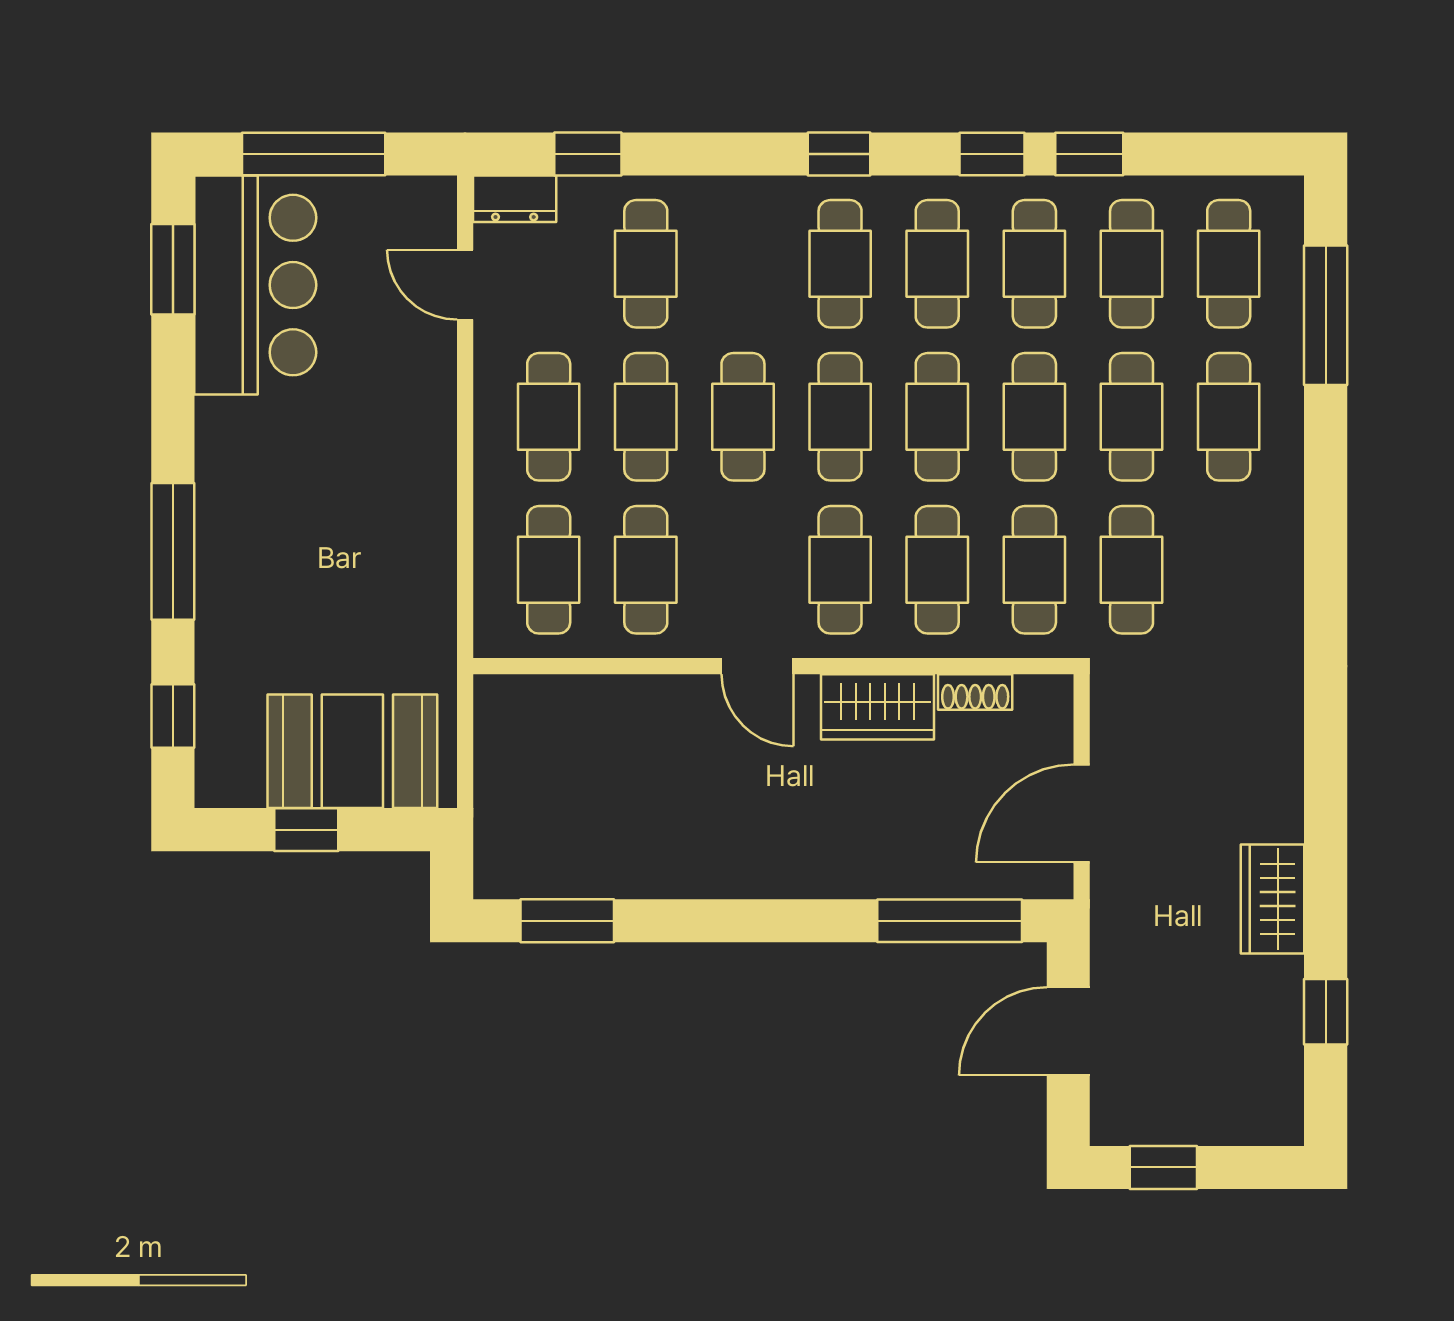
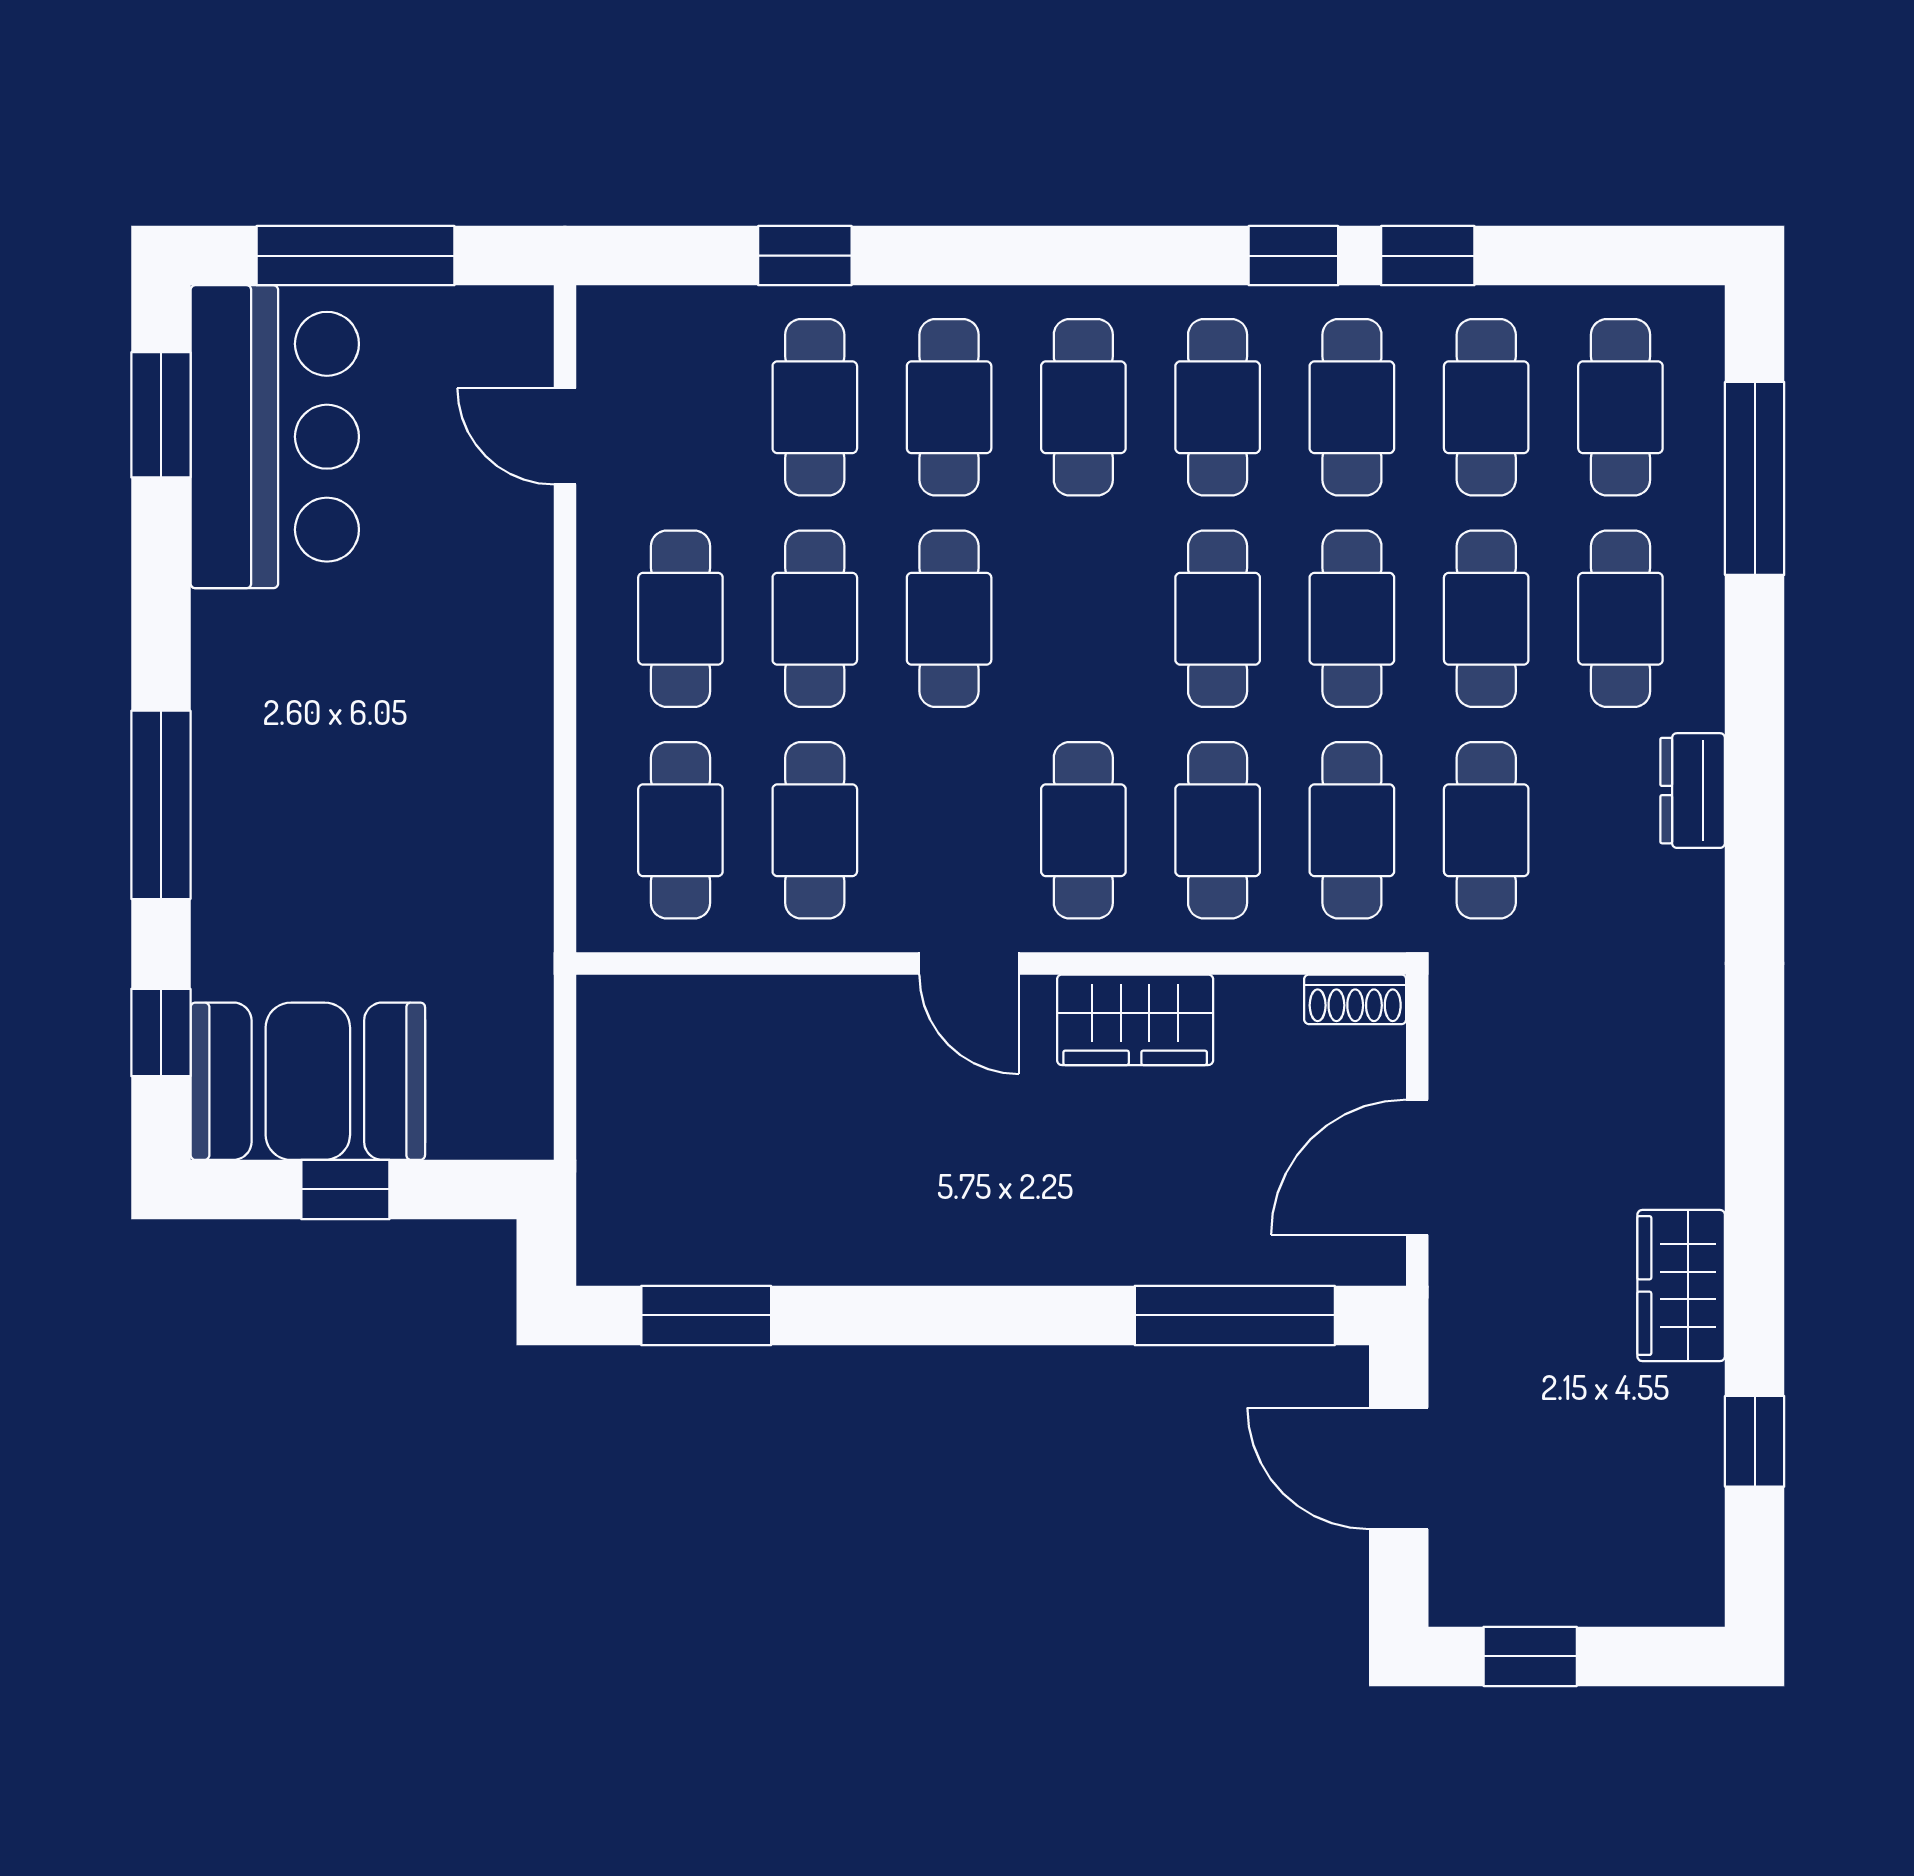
window: (588, 154) -> (805, 256), moved
window: (839, 154) -> (1082, 256), removed
dresser: (515, 199) -> (1693, 791), moved, turned 90
cafe table: (840, 417) -> (949, 407), moved
shoe rack: (975, 692) -> (1355, 999), moved
booth: (352, 751) -> (308, 1081), moved
door: (1068, 1031) -> (1399, 1468), hinge flipped

